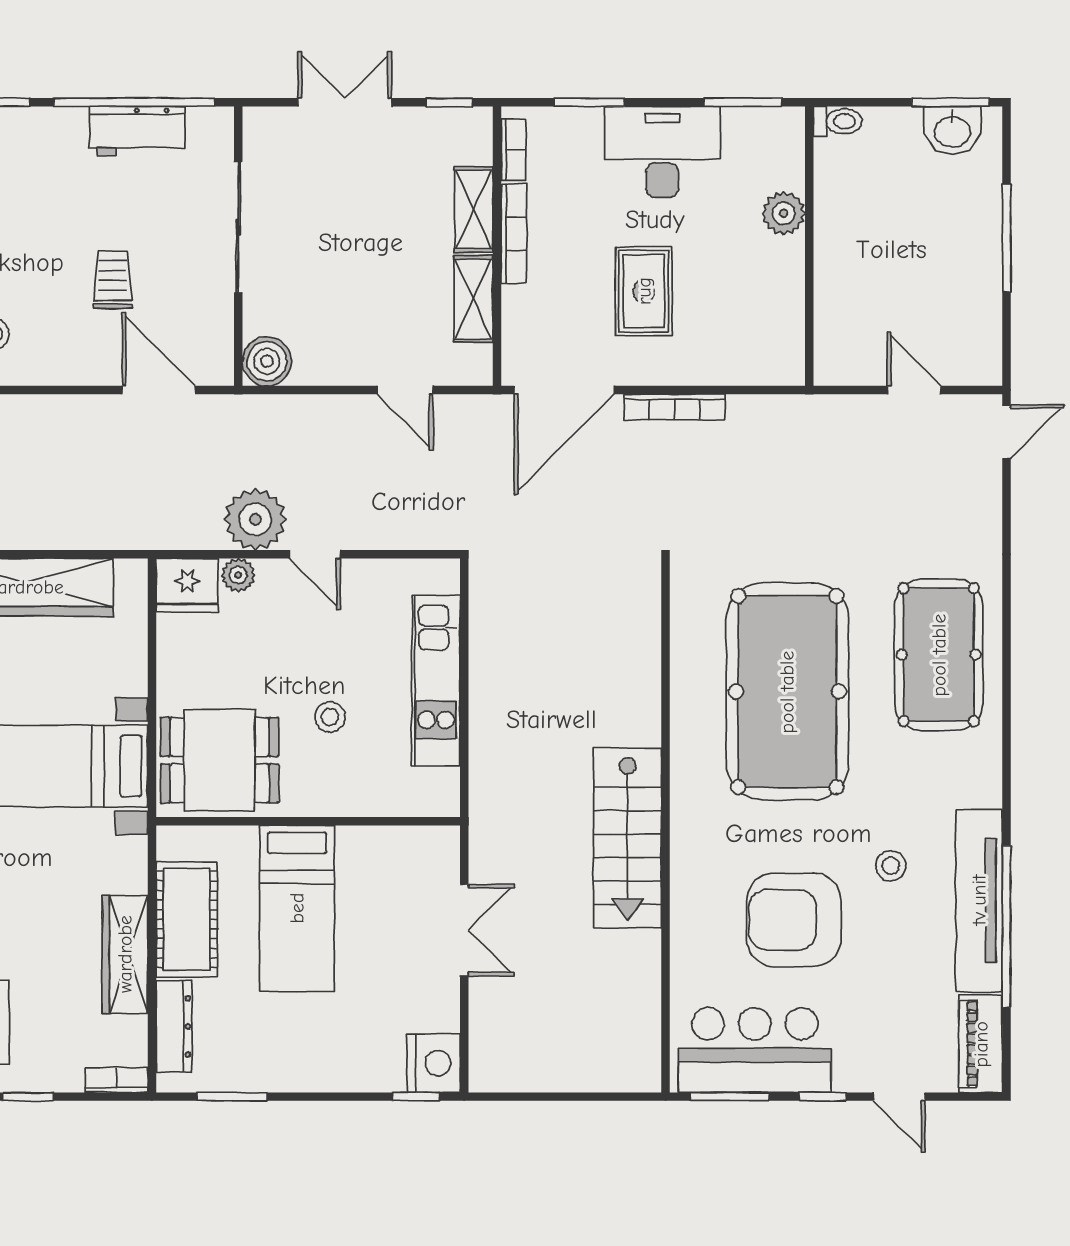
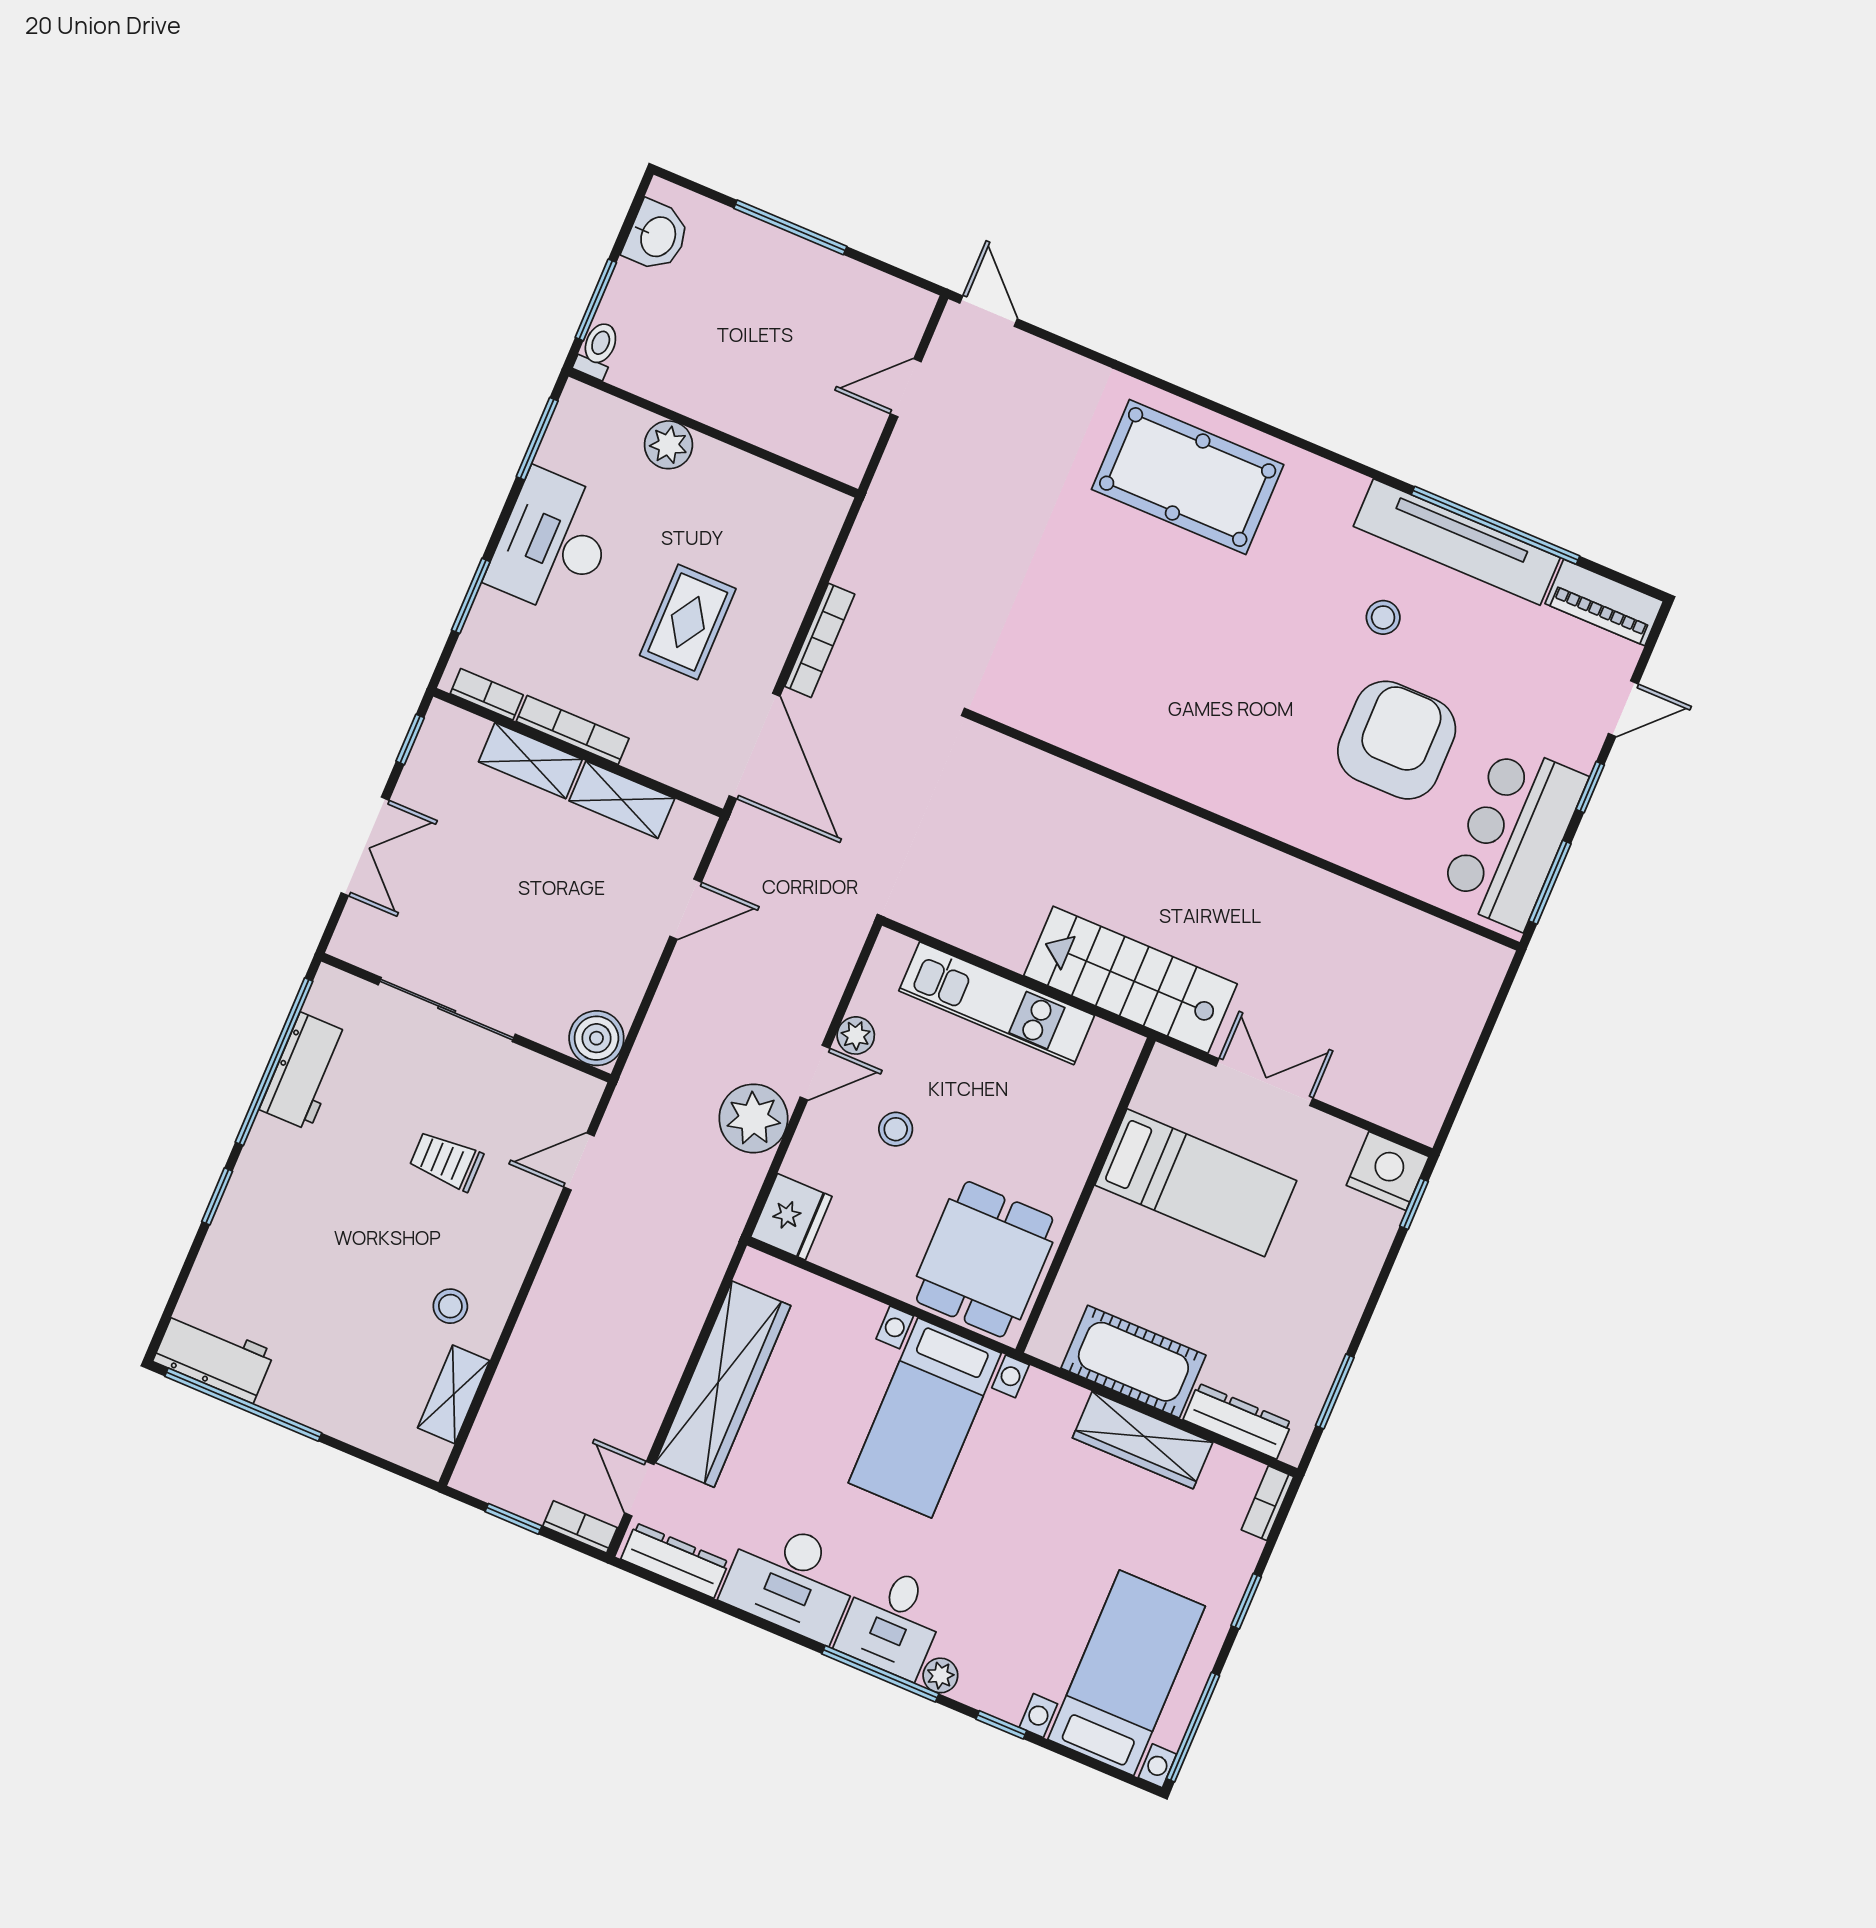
double door: (345, 102) -> (365, 846), swing flipped
window: (950, 102) -> (596, 300), moved
rug: (644, 291) -> (688, 622), turned 90
door: (159, 390) -> (579, 1161), width x0.73
plant: (238, 575) -> (856, 1035), moved
pool table: (787, 692) -> (1160, 648), removed
stool: (330, 717) -> (896, 1129), moved
stairs: (627, 838) -> (1130, 980), moved, turned 180
bed: (297, 908) -> (1196, 1183), moved
armchair: (794, 920) -> (1397, 740), turned 180

